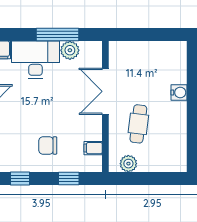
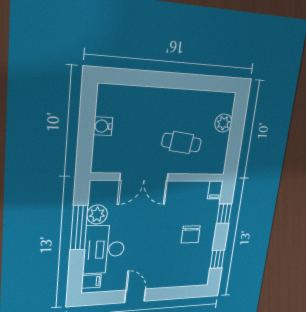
water cooler: (179, 93) -> (103, 126), moved, turned -90
filing cabinet: (93, 148) -> (215, 190), moved
plant: (128, 164) -> (223, 123), moved

